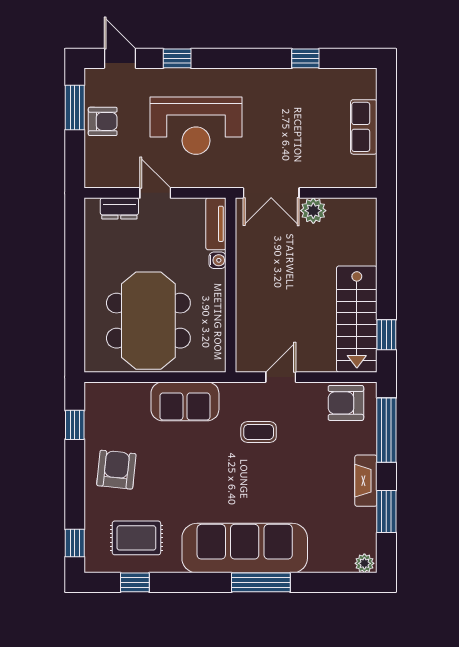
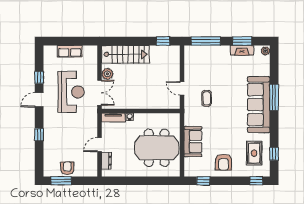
door: (120, 58) -> (39, 100), moved
reception desk: (196, 126) -> (71, 92), moved
stairs: (357, 319) -> (125, 54), moved
sofa: (185, 401) -> (193, 142), moved
armchair: (346, 403) -> (194, 59), removed
armchair: (116, 470) -> (223, 162), turned -96
fireplace: (366, 481) -> (242, 50), moved

